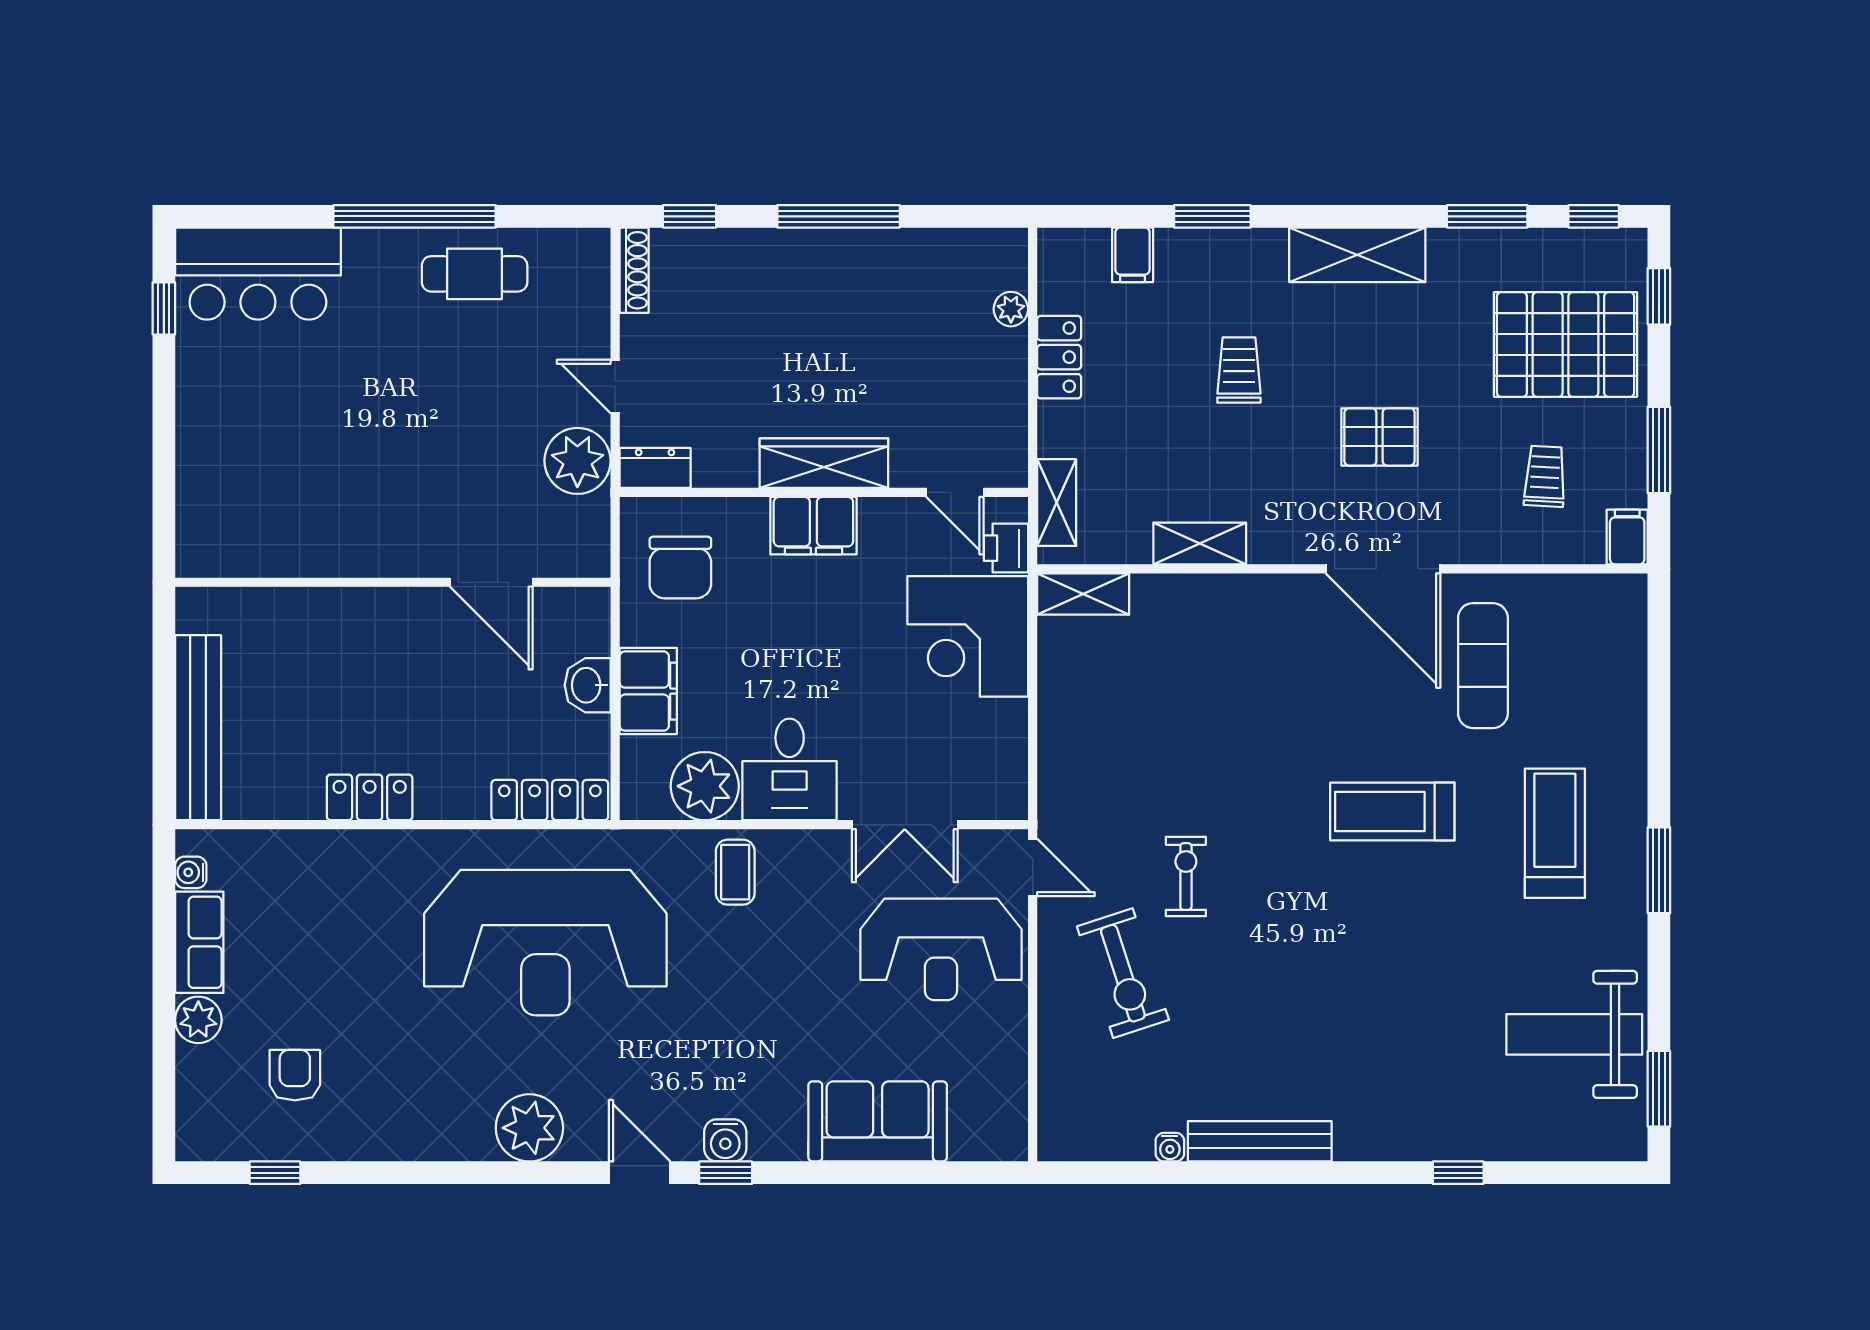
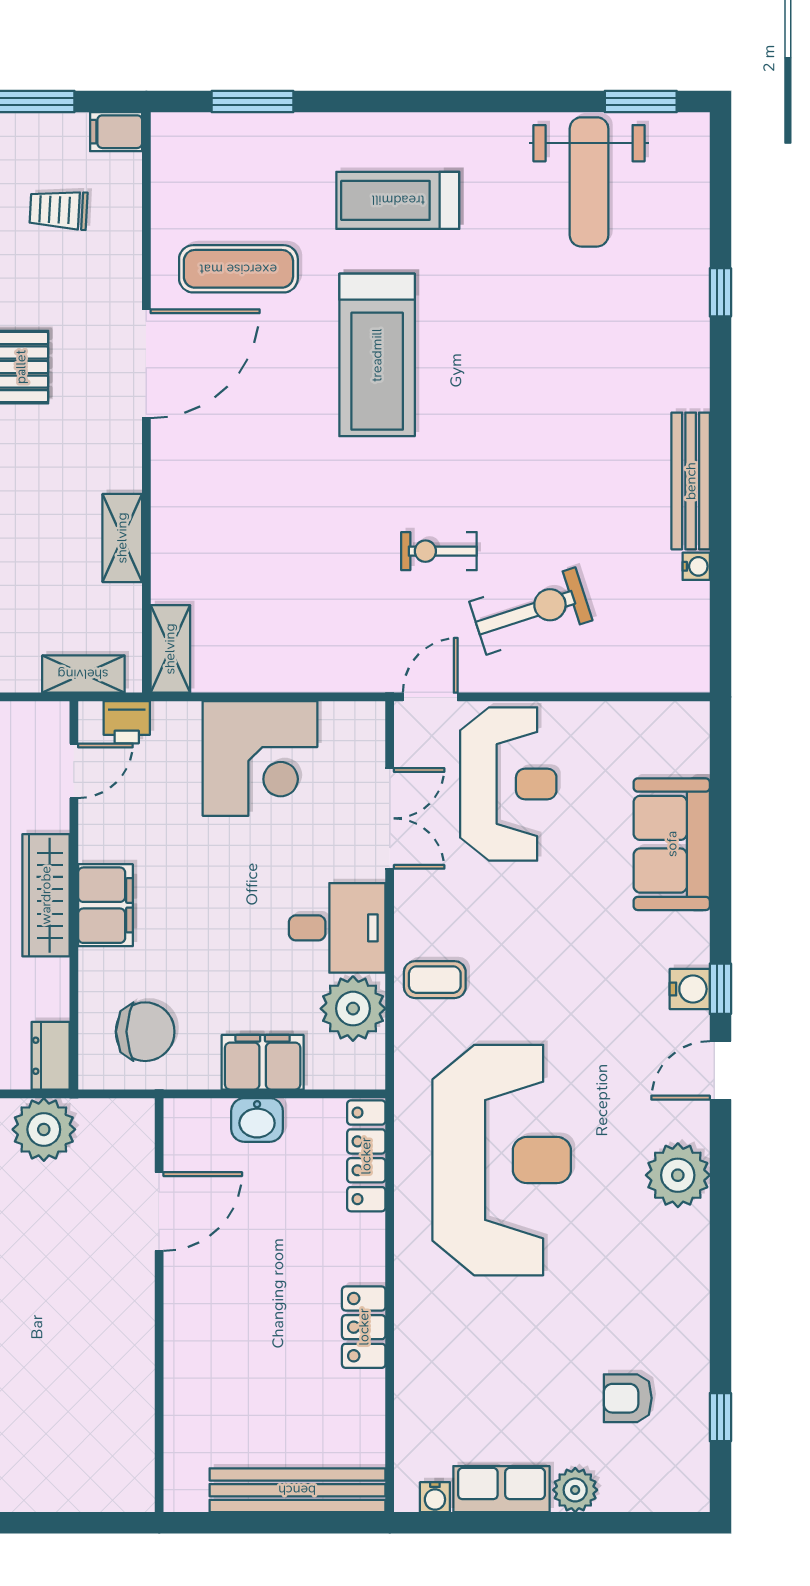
corner desk: (968, 636) -> (260, 758), moved
treadmill: (1392, 811) -> (377, 355), width x1.37, depth x1.38
window: (1659, 870) -> (253, 101), moved

